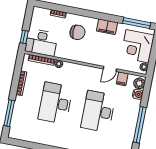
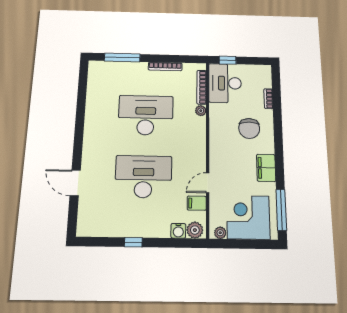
door: (110, 69) -> (208, 183), hinge flipped
window: (140, 125) -> (133, 242), width x0.32

